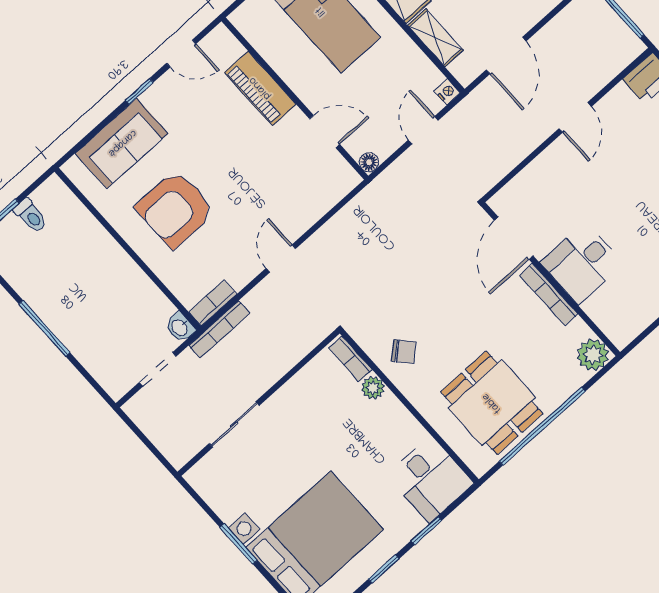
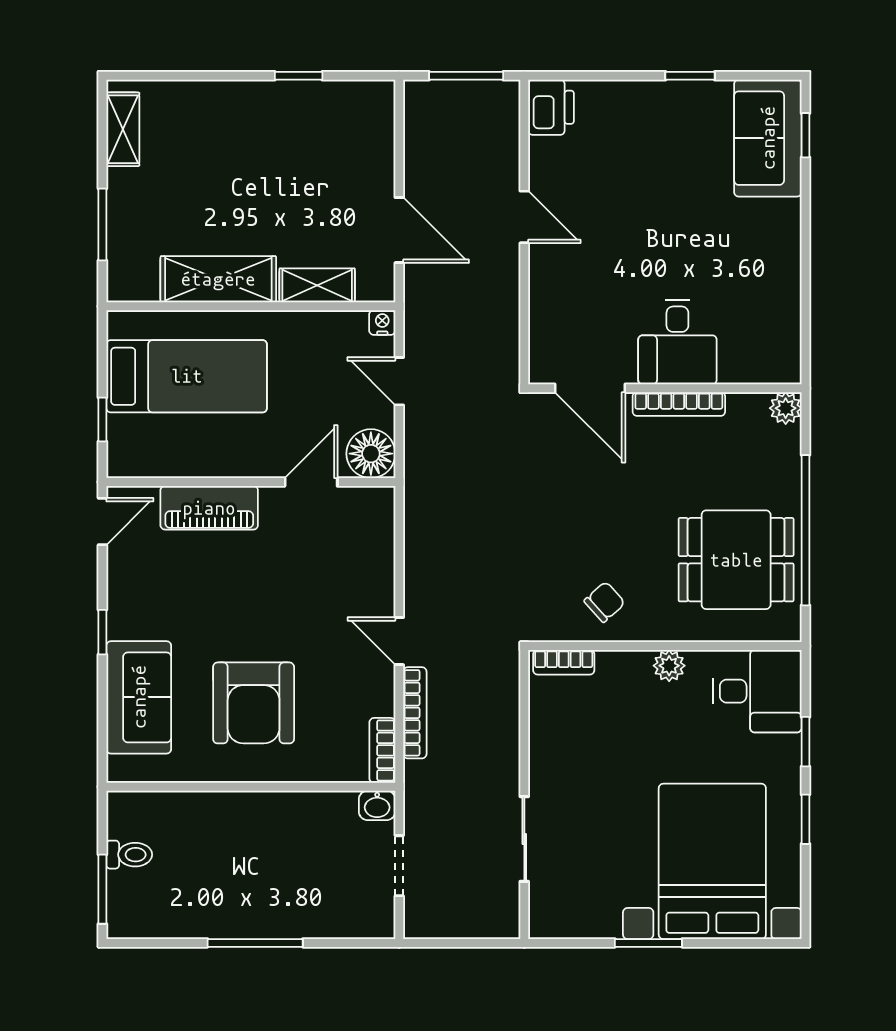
door: (181, 53) -> (102, 522), moved
floor lamp: (369, 162) -> (371, 454), width x1.89, depth x1.89
bookcase: (219, 329) -> (415, 713), moved
plant: (593, 355) -> (786, 408), width x0.73, depth x0.73
plant: (373, 388) -> (669, 666), moved

